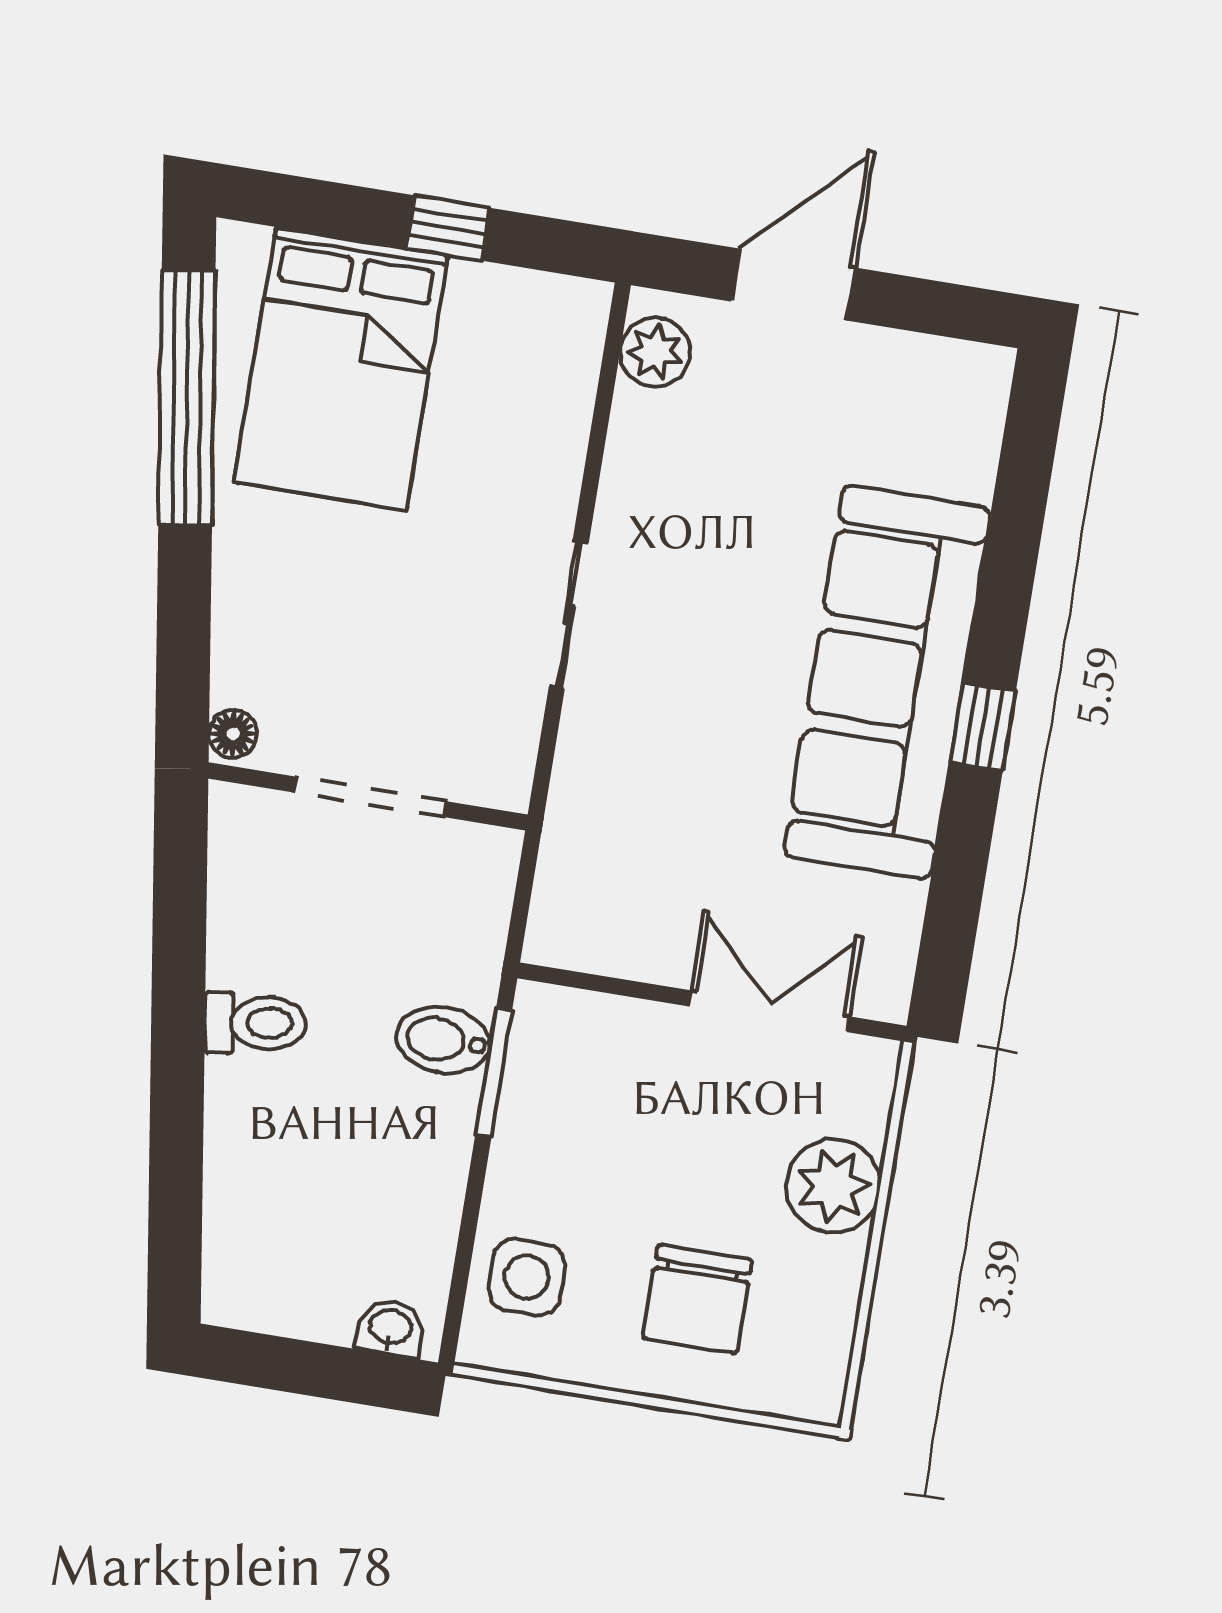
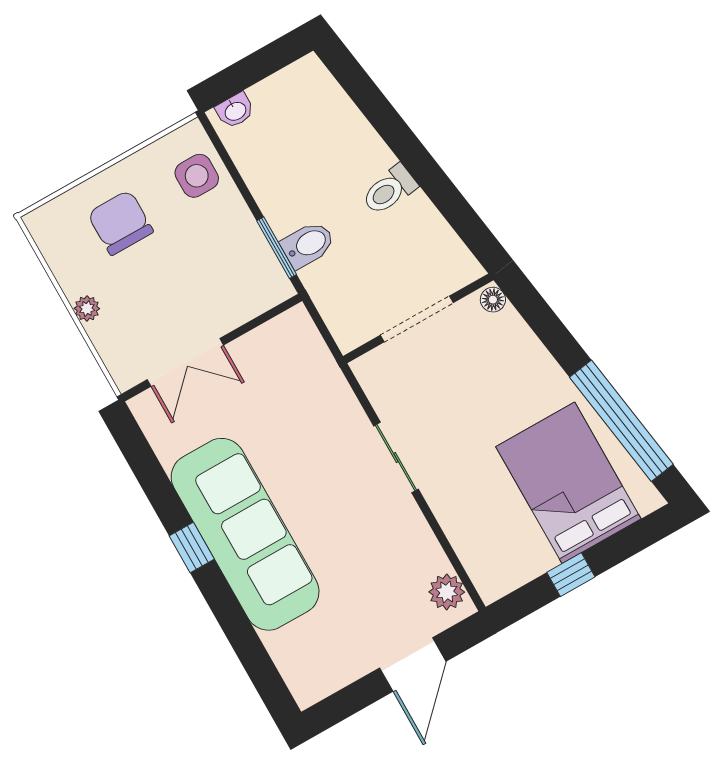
plant: (833, 1186) -> (87, 308), width x0.53, depth x0.53

